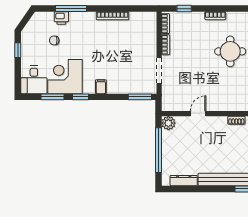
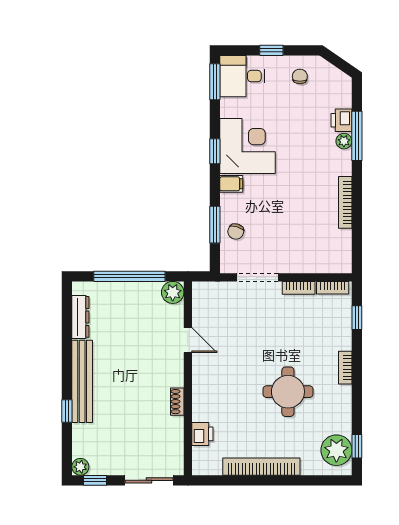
plant: (74, 17) -> (344, 141), added
chair: (54, 40) -> (300, 76), moved
window: (18, 50) -> (271, 50), moved
corner desk: (65, 77) -> (248, 146), moved
chair: (131, 84) -> (236, 232), added
window: (53, 97) -> (215, 82), moved
window: (140, 97) -> (215, 225), moved

